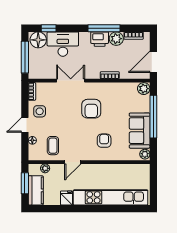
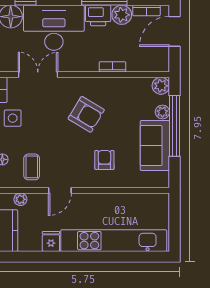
desk: (63, 44) -> (54, 28), width x1.36, depth x1.30
door: (153, 62) -> (175, 31), moved
double door: (71, 81) -> (38, 75), moved
armchair: (91, 109) -> (86, 114), turned -59
plant: (145, 154) -> (162, 112), moved

